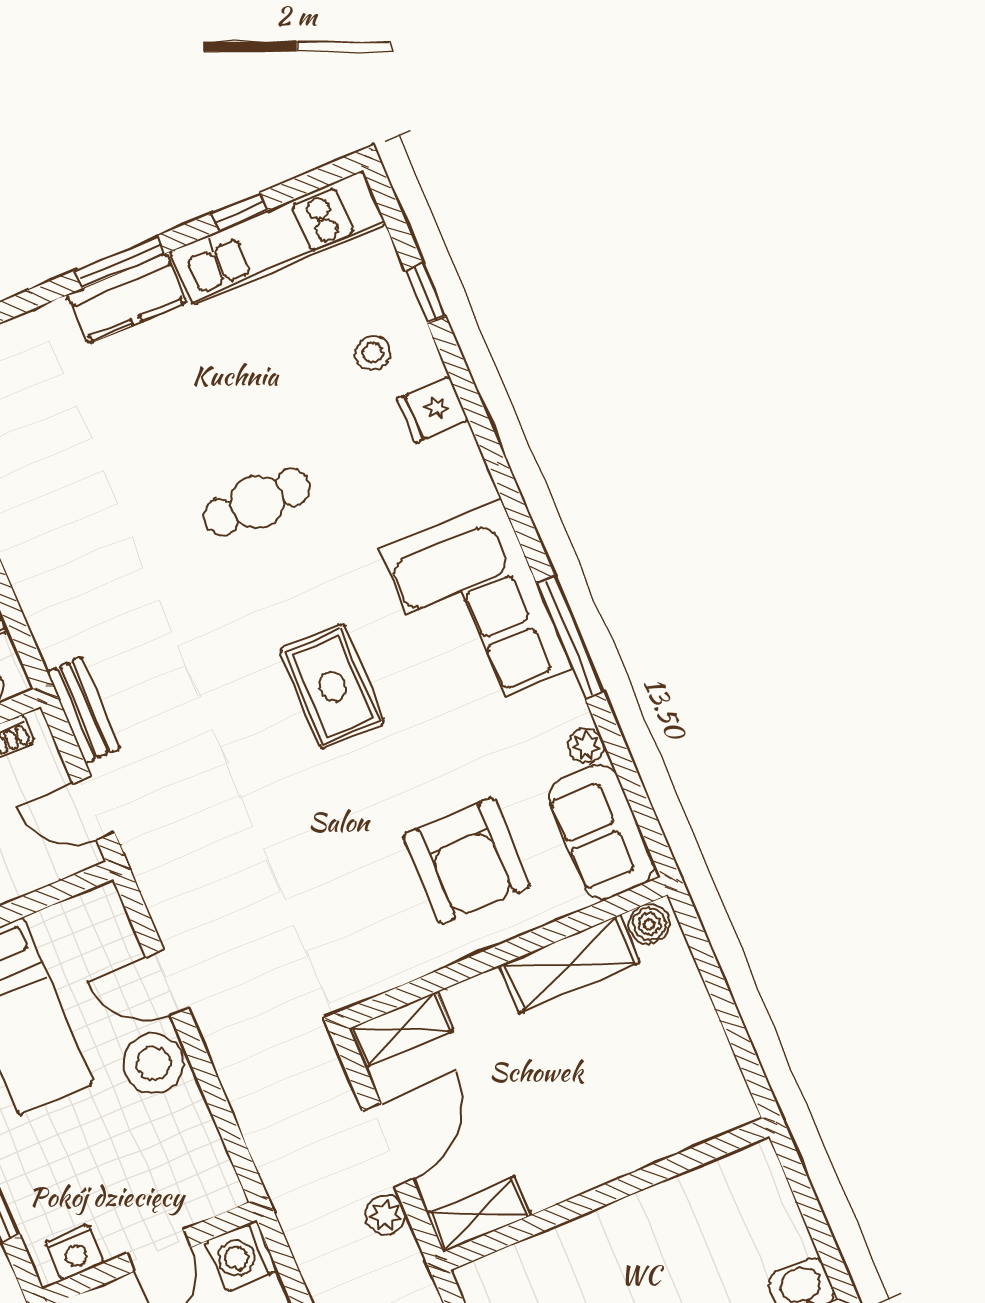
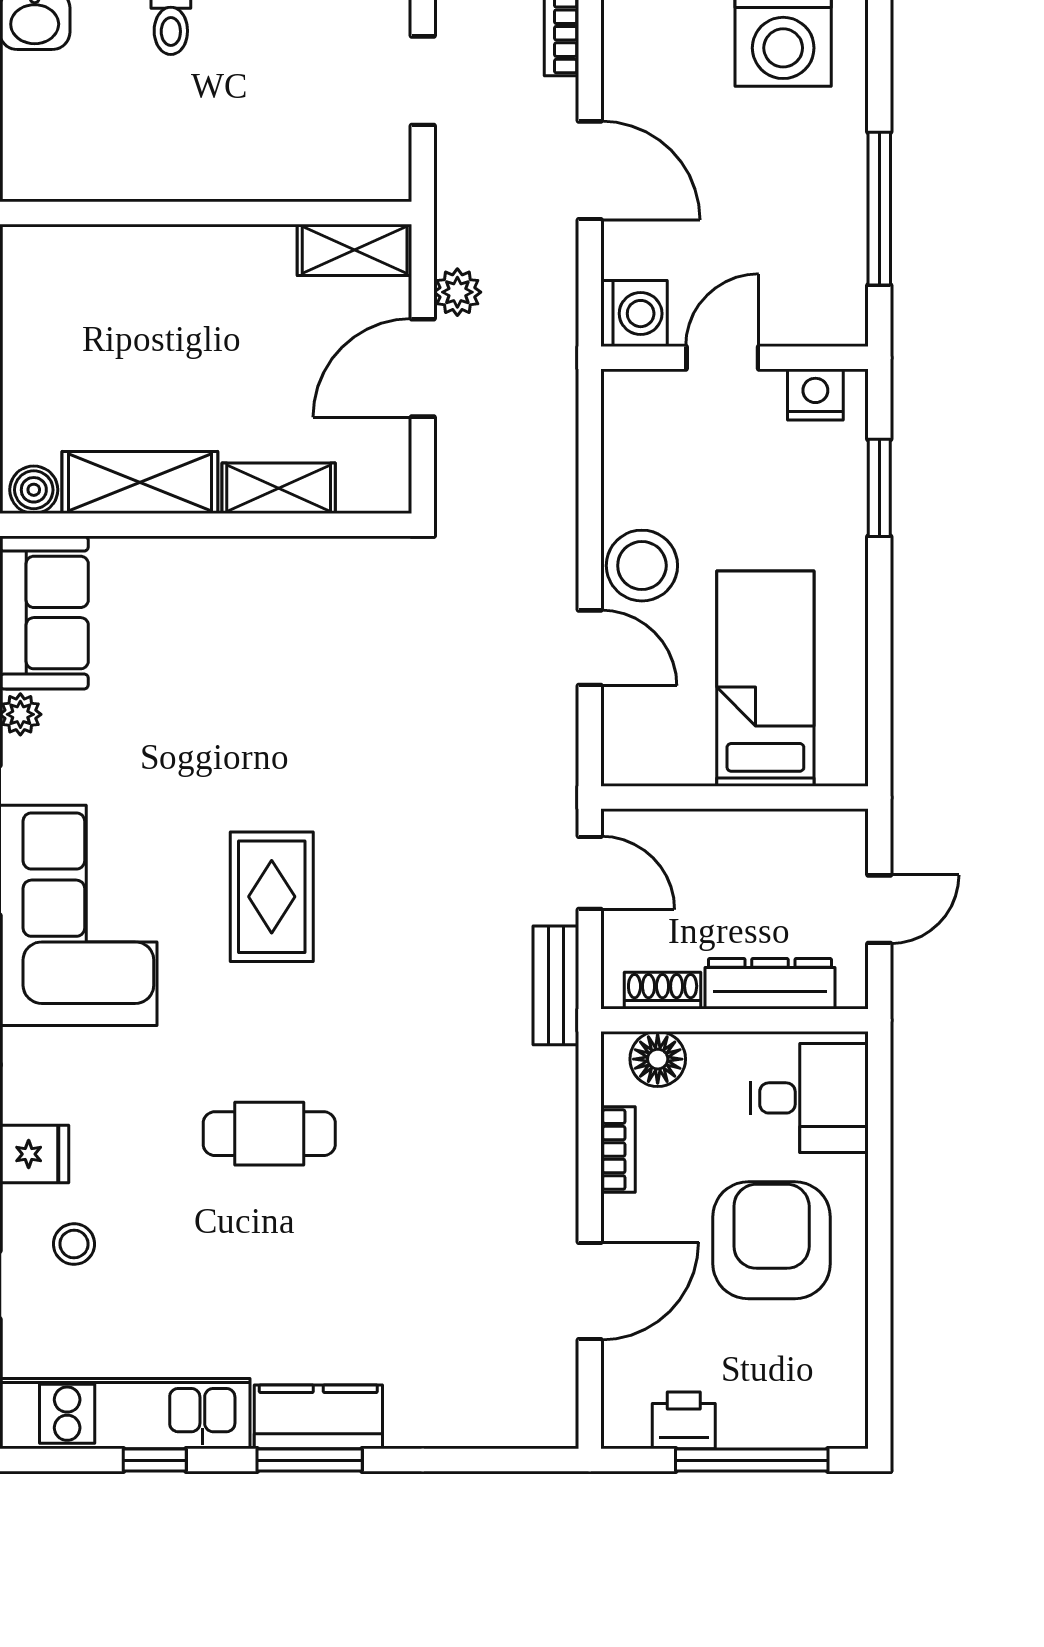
armchair: (467, 861) -> (205, 643), removed
shelving: (401, 1030) -> (279, 488), moved

